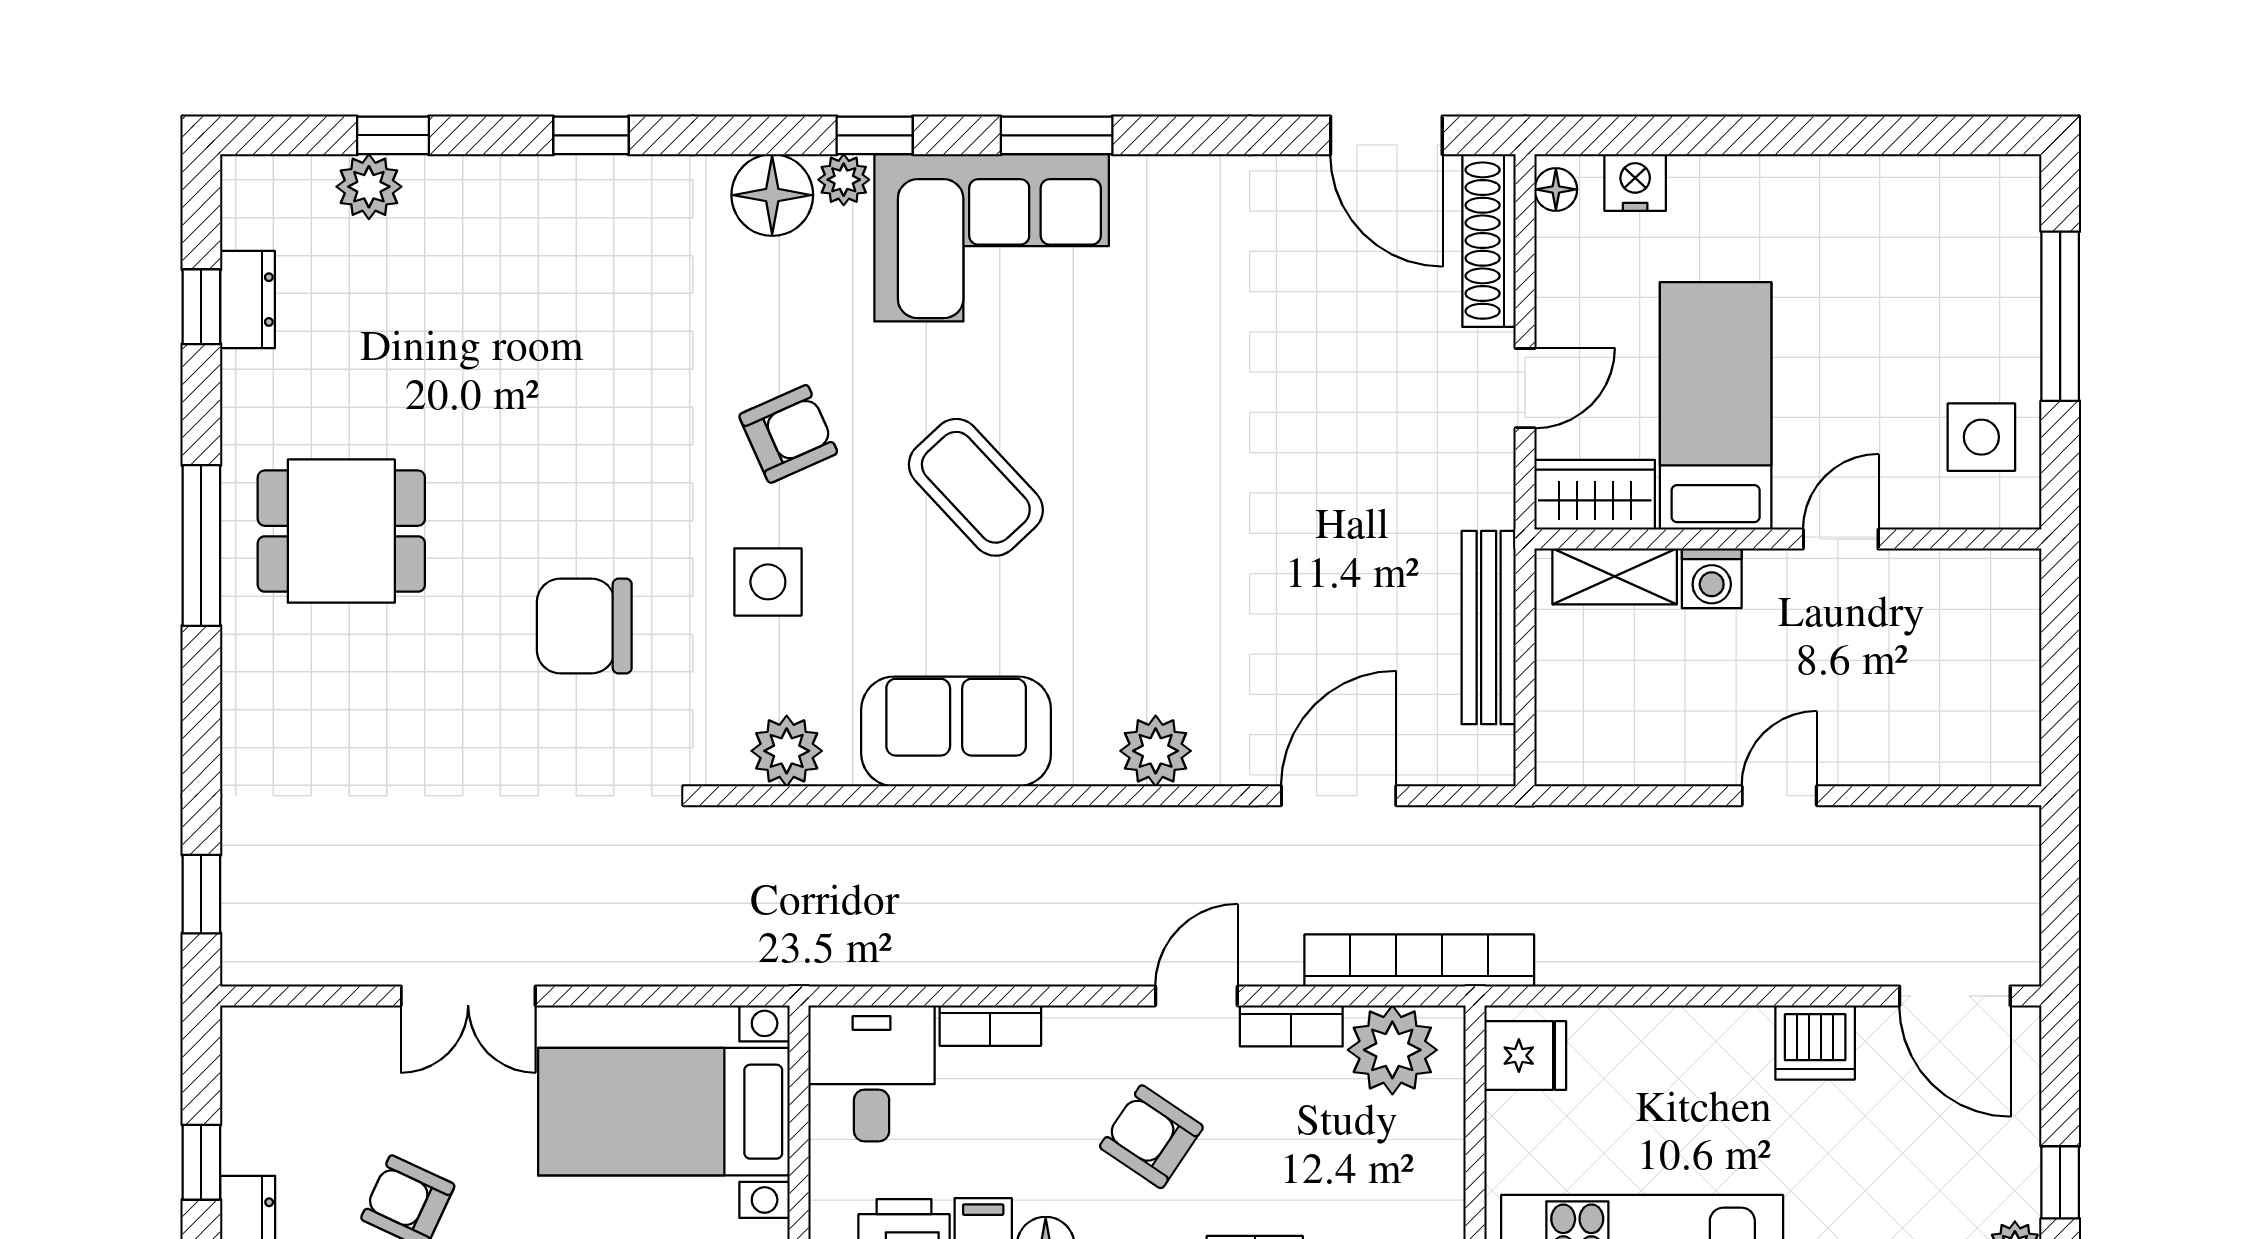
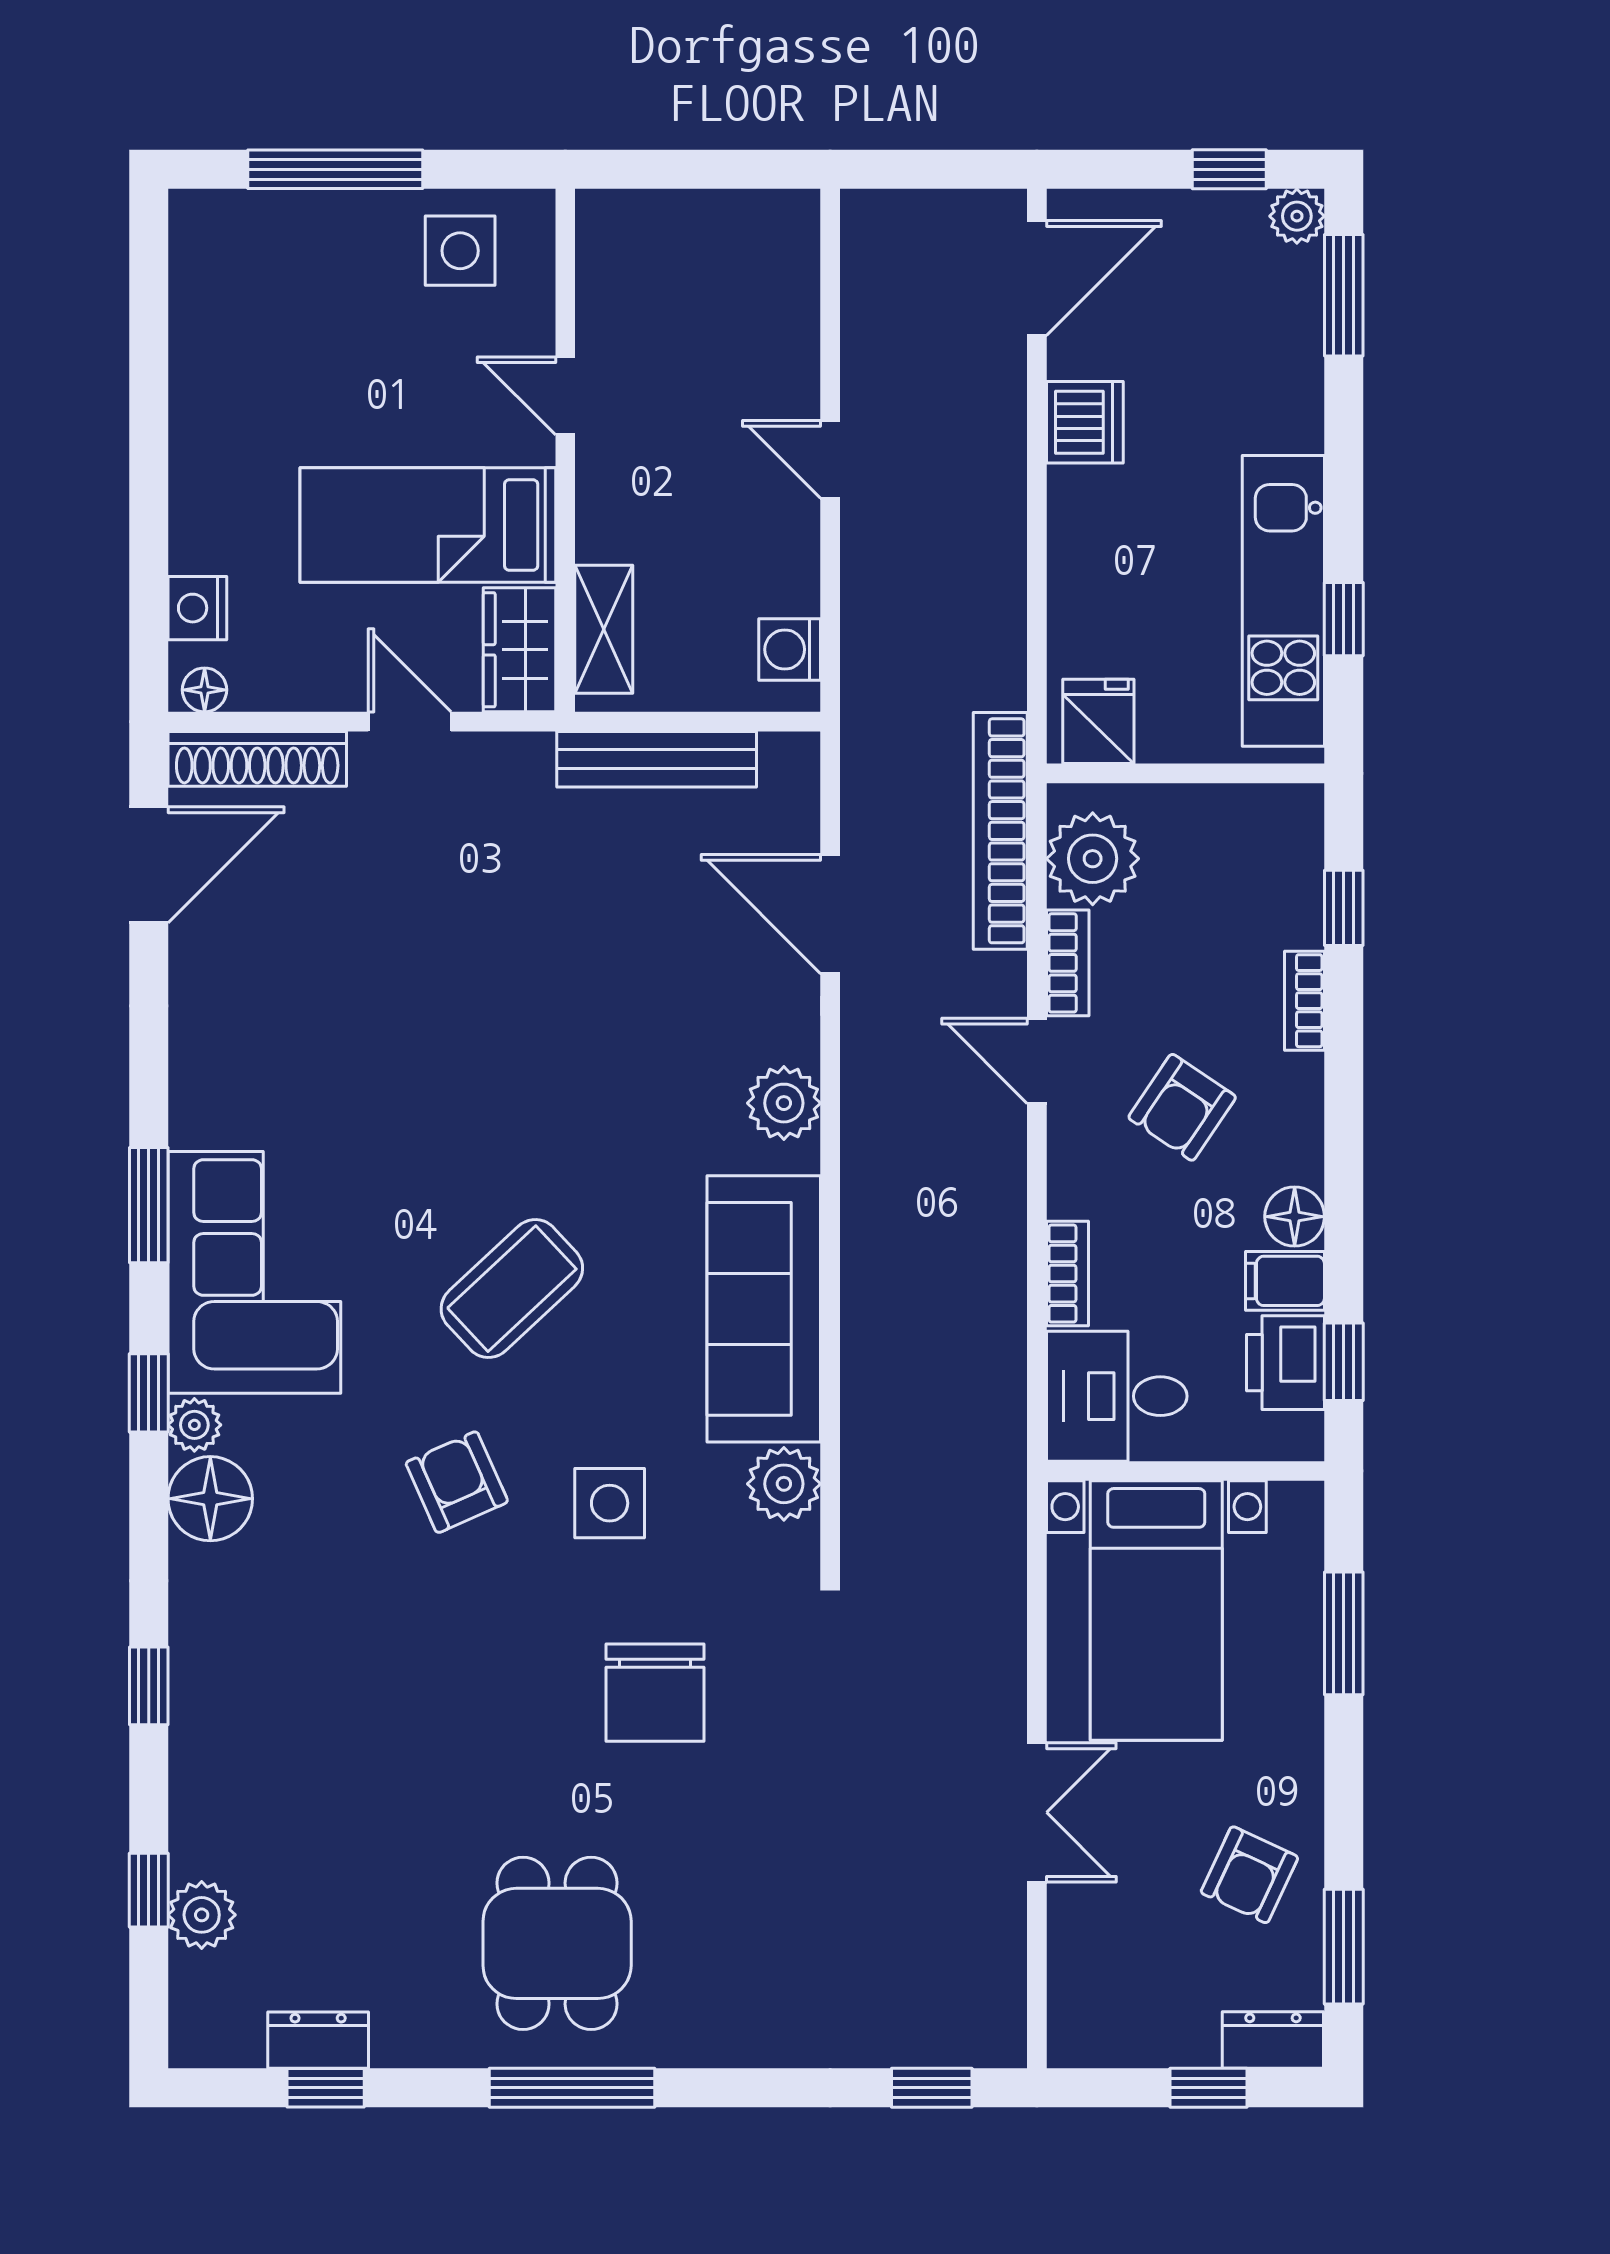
washing machine: (1712, 578) -> (790, 649), moved, turned 180
sofa: (956, 731) -> (764, 1309), width x1.36

